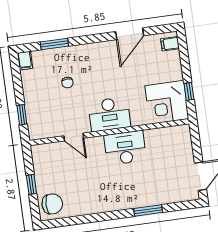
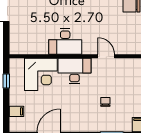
filing cabinet: (170, 44) -> (17, 111), moved
corner desk: (167, 102) -> (41, 74), moved, turned 90

